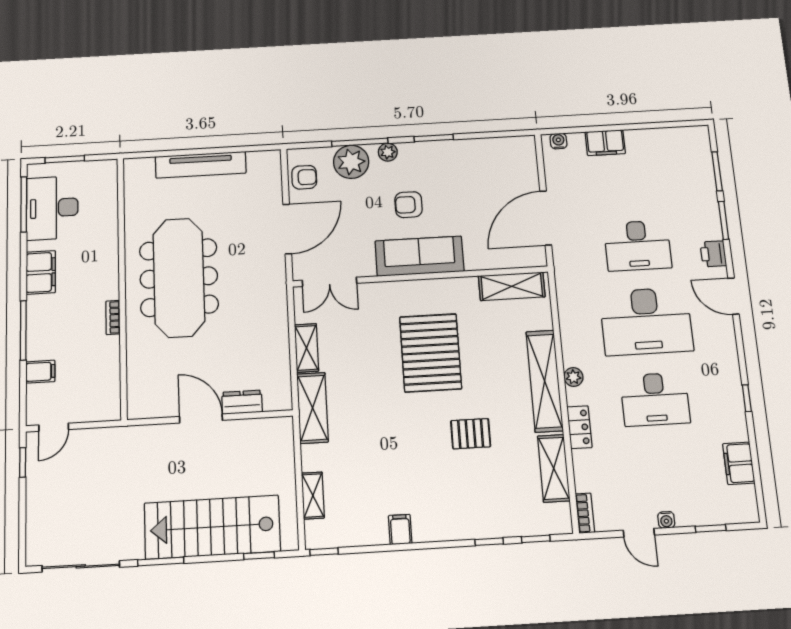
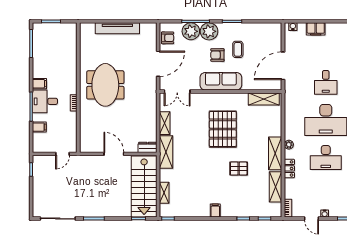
plant: (388, 152) -> (209, 31), width x1.88, depth x1.88
coffee table: (450, 191) -> (238, 49), added
desk: (52, 208) -> (45, 101), moved, width x0.73
desk: (638, 246) -> (326, 82), width x0.73
filing cabinet: (41, 272) -> (39, 84), width x0.50
meeting table: (179, 277) -> (105, 85), width x0.73
shelving: (545, 381) -> (275, 153), width x0.68
dresser: (242, 402) -> (148, 147), moved
door: (54, 427) -> (63, 154), moved
stairs: (212, 527) -> (144, 186), moved, turned -90
filing cabinet: (400, 529) -> (215, 211), moved

